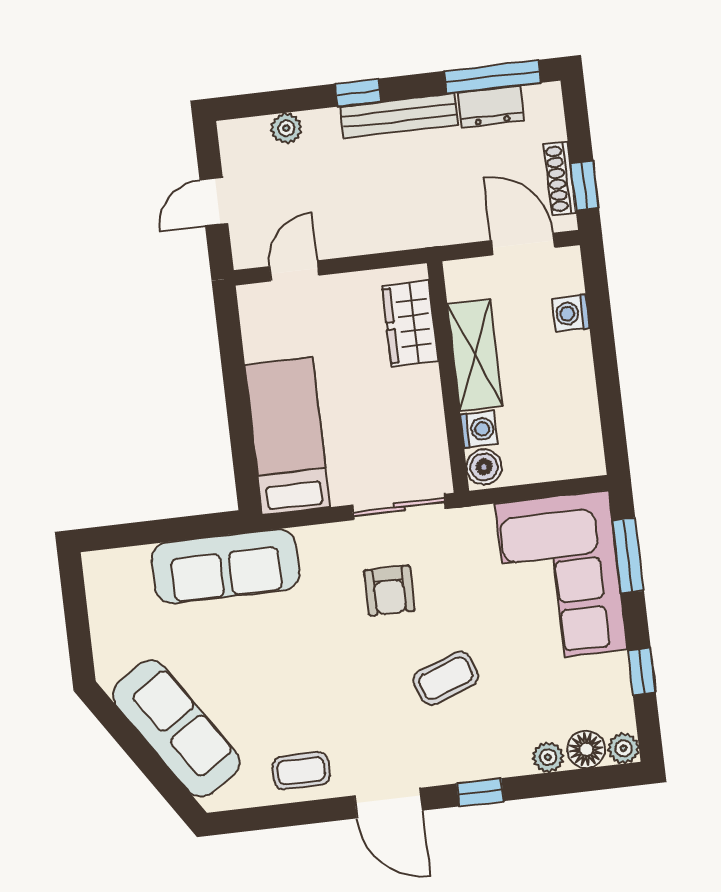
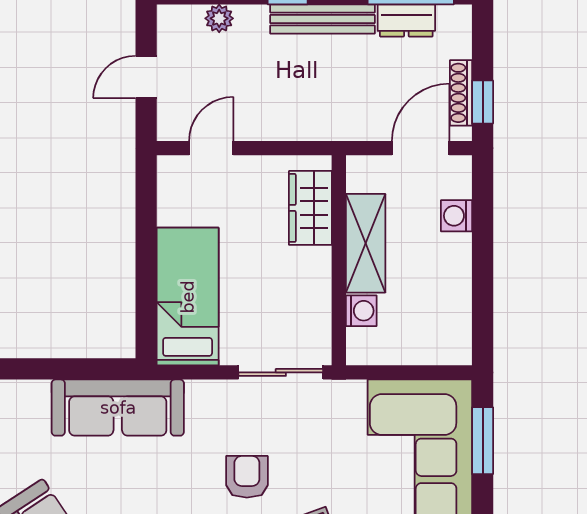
door: (523, 244) -> (421, 148), hinge flipped
boiler: (484, 467) -> (362, 345), removed
armchair: (389, 591) -> (247, 477), moved, turned 180

